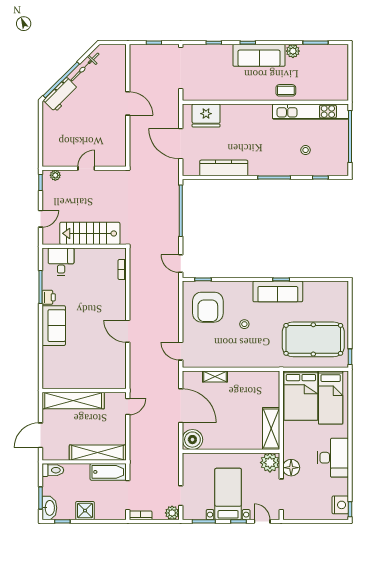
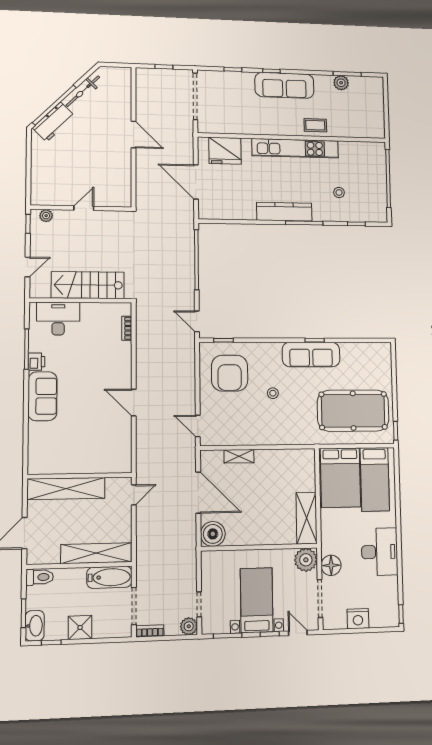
plant: (293, 51) -> (341, 83), moved
kitchen unit: (311, 112) -> (295, 148), moved
kitchen counter: (224, 168) -> (284, 212), moved
desk: (61, 262) -> (58, 319), width x1.37
nightstand: (340, 505) -> (358, 619), moved, turned 90

